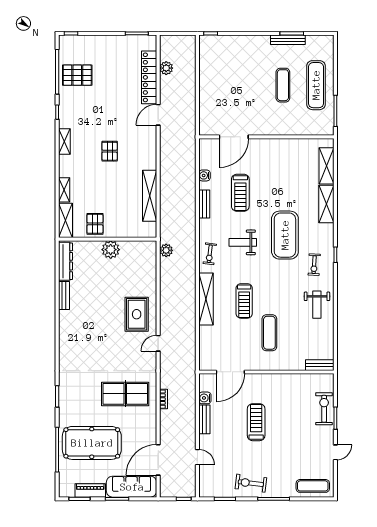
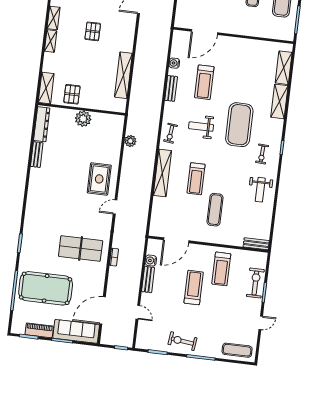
shelving: (64, 190) -> (51, 41), moved
plant: (166, 250) -> (130, 141), moved
treadmill: (284, 398) -> (221, 269), added

